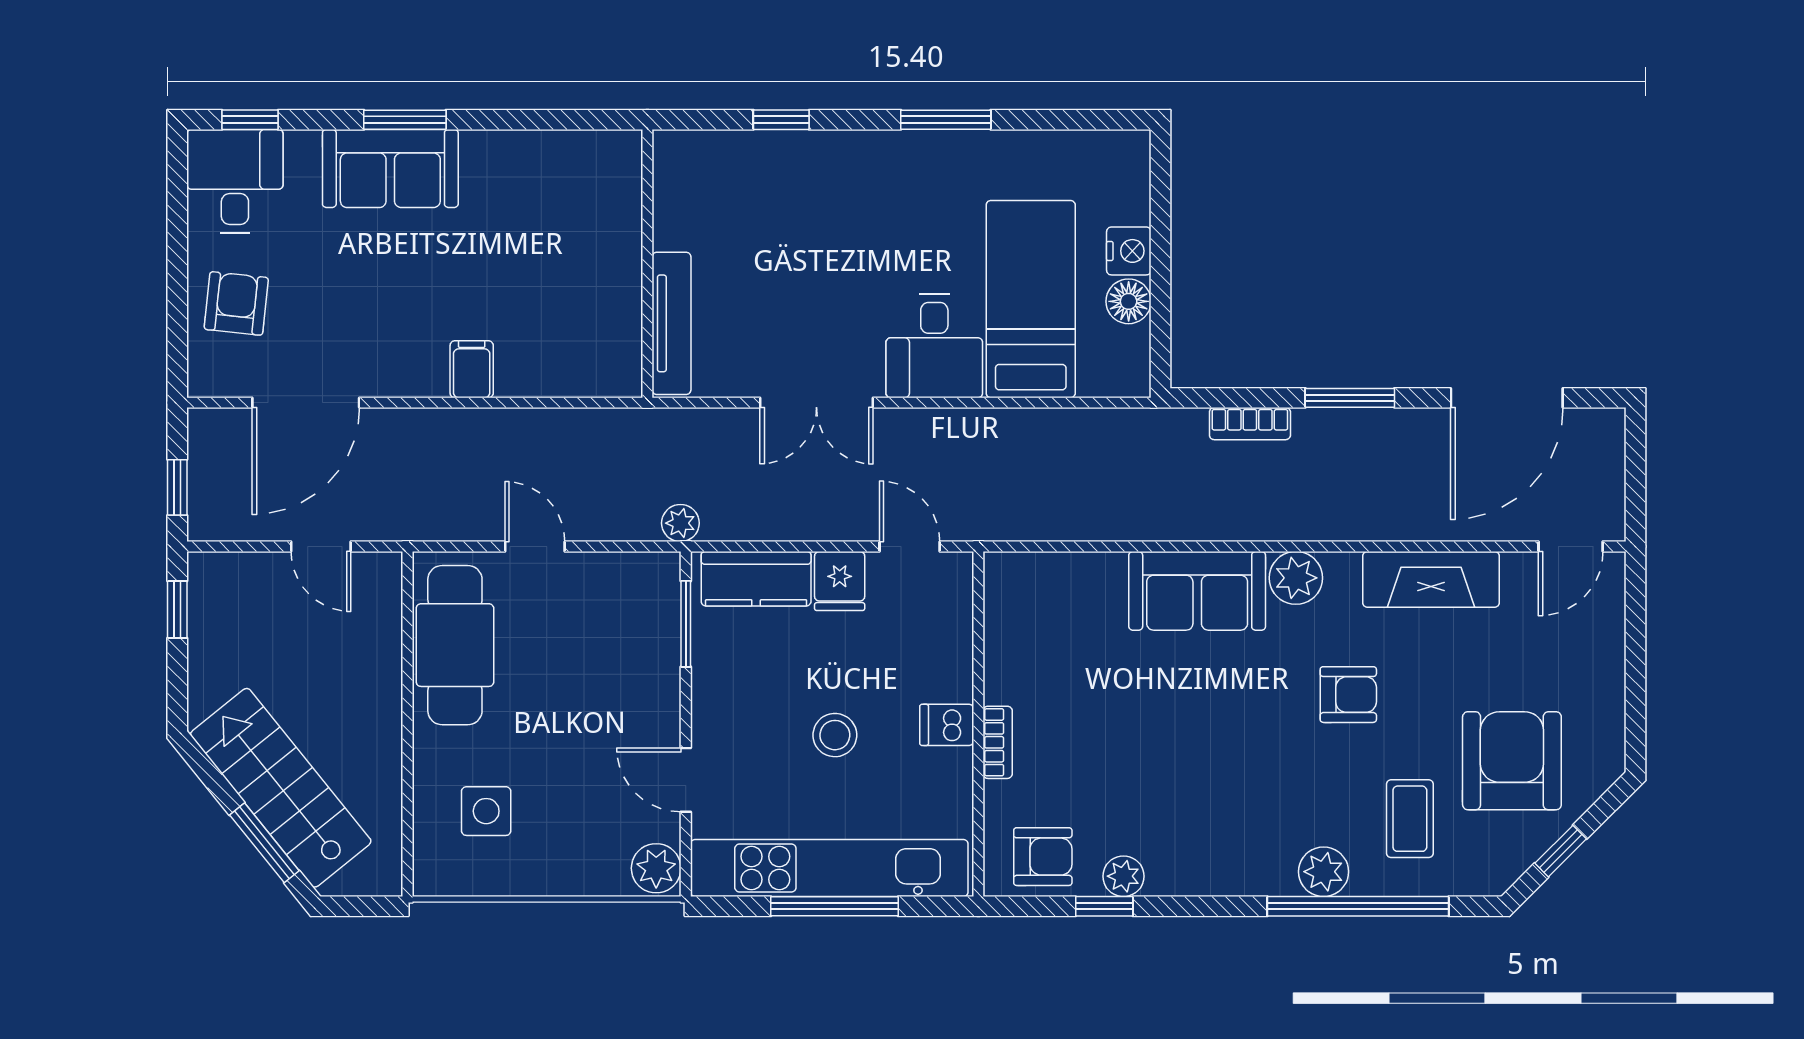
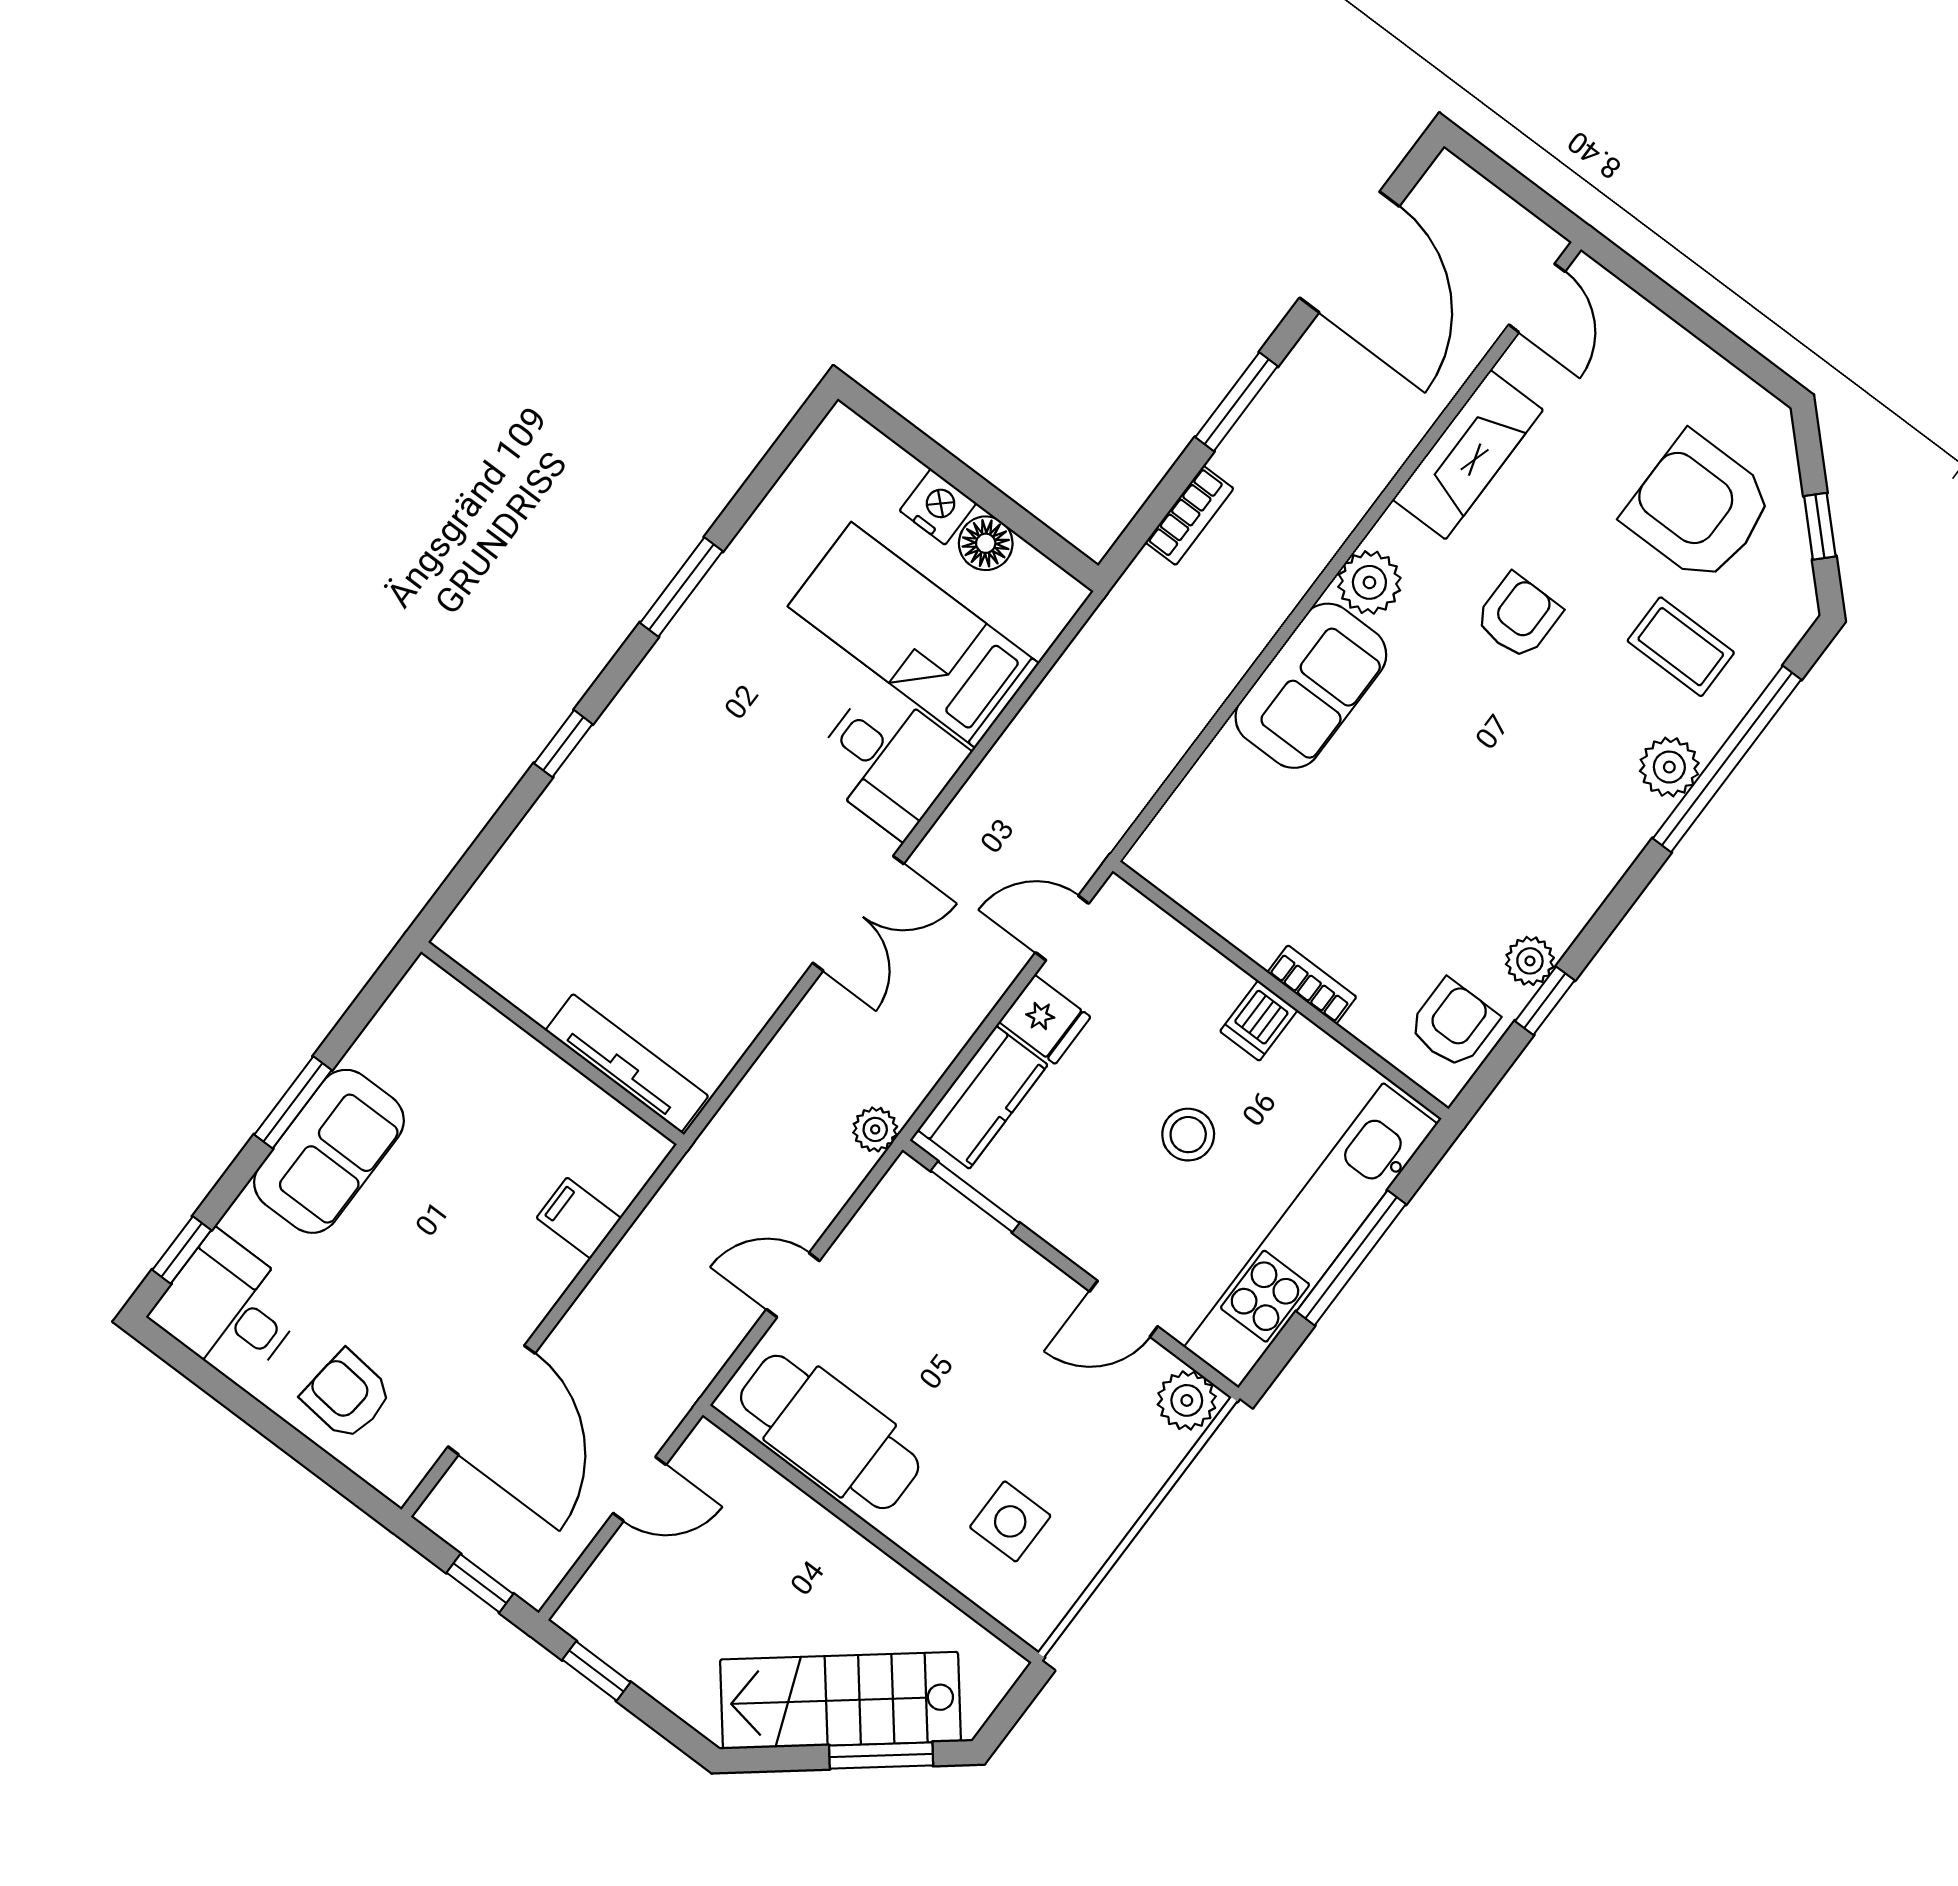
wall: (647, 264) -> (553, 1043), moved
tv unit: (671, 323) -> (627, 1063), moved

